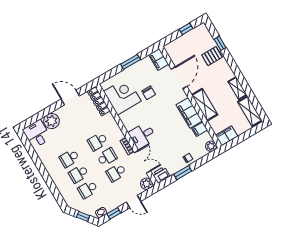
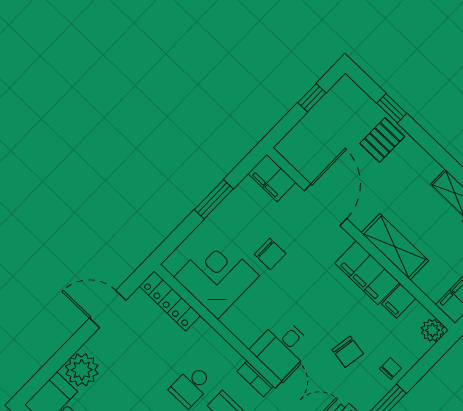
chair: (171, 145) -> (348, 352), added

